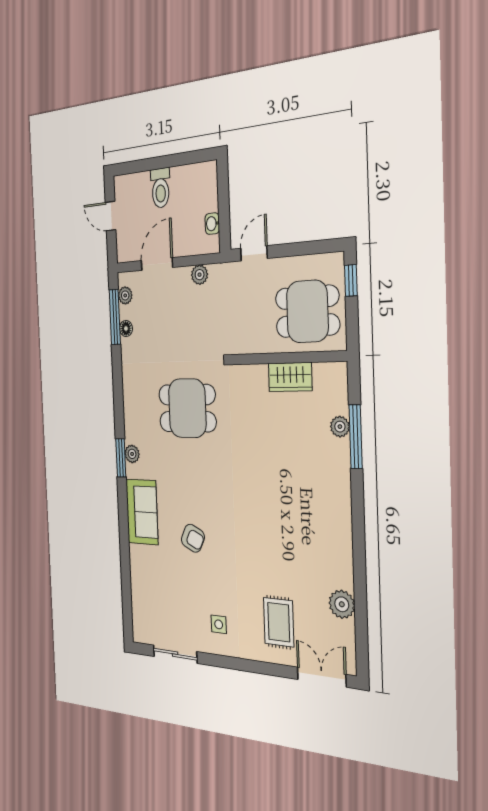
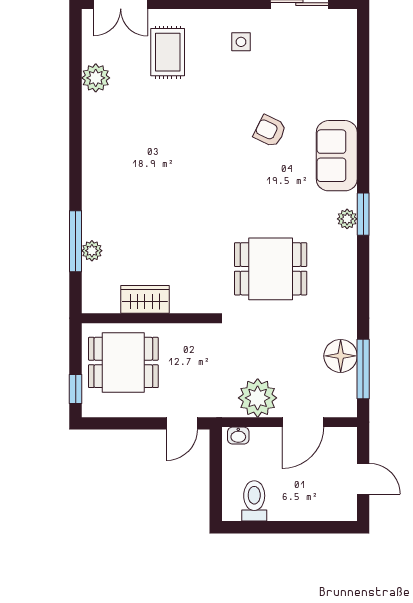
toilet: (160, 188) -> (254, 501), moved
washbasin: (212, 224) -> (238, 436), moved, turned 90
plant: (200, 275) -> (258, 398), width x1.87, depth x1.87
plant: (125, 295) -> (348, 392), removed
floor lamp: (126, 328) -> (341, 356), width x1.89, depth x1.89

